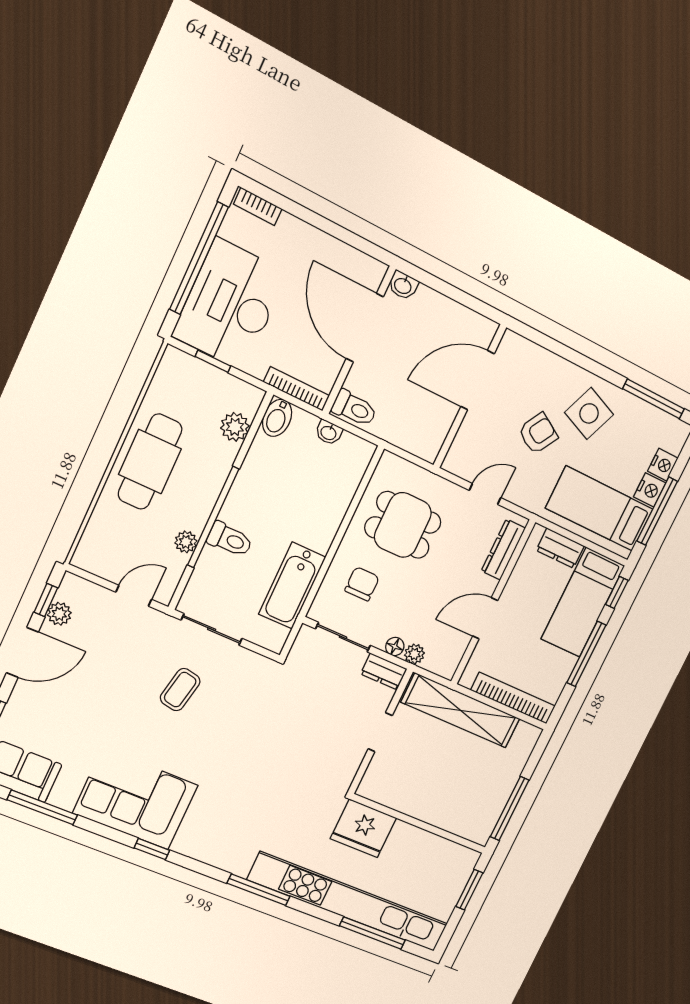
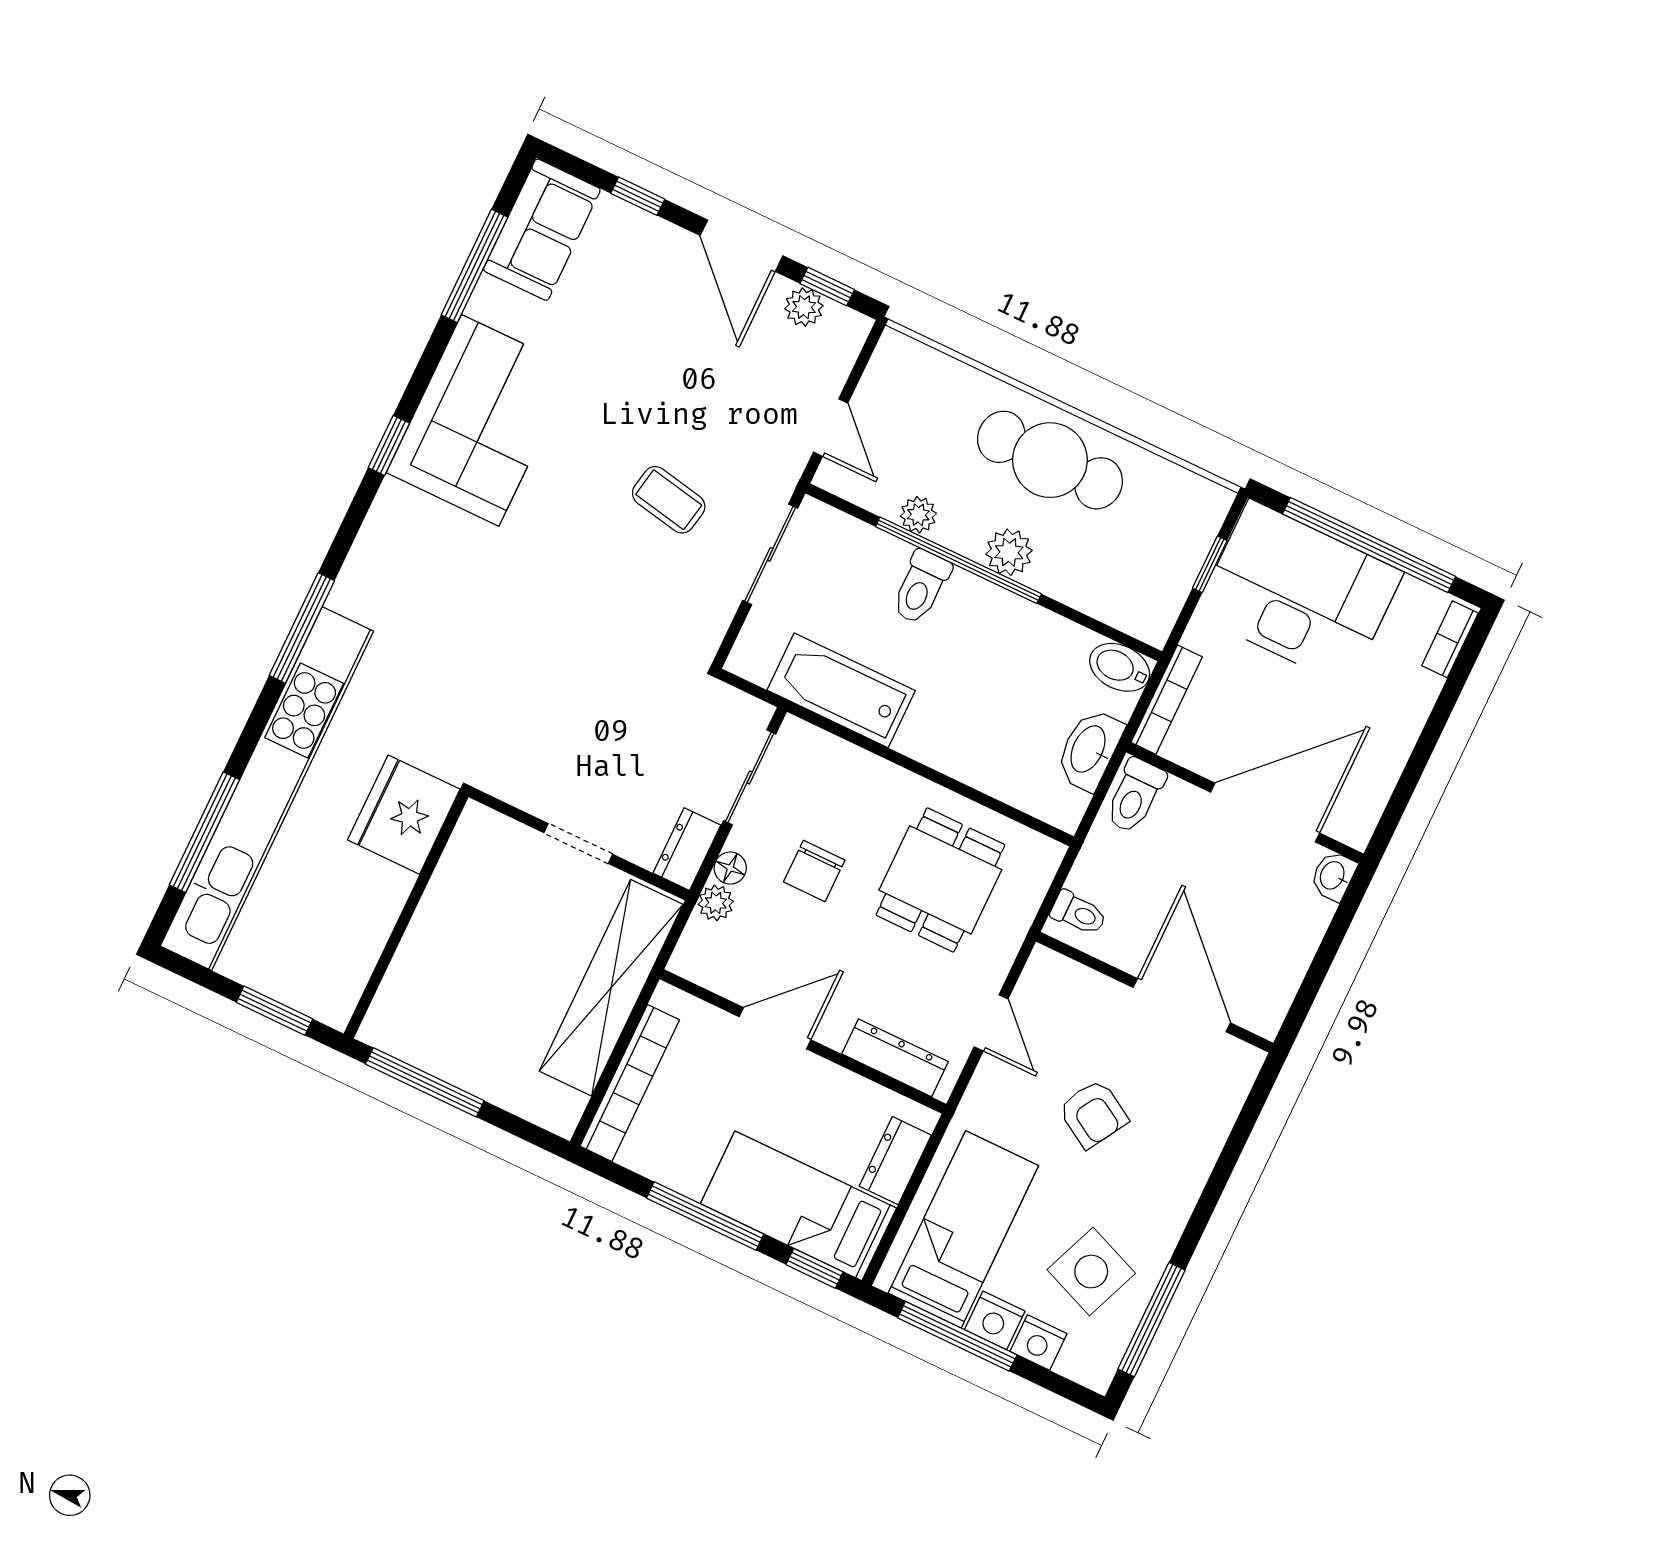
side table: (589, 413) -> (1091, 1272), moved
plant: (235, 427) -> (1009, 552), moved
washbasin: (329, 432) -> (1089, 750), width x1.91, depth x1.45
toilet: (423, 443) -> (1078, 913), added
chair: (362, 584) -> (814, 871), moved, turned 90
door: (485, 618) -> (775, 1028), hinge flipped

